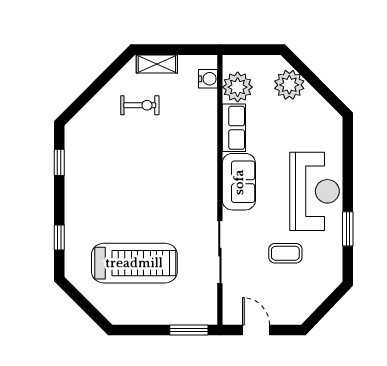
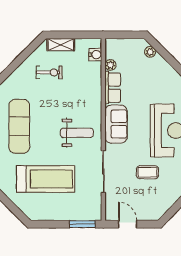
plant: (289, 85) -> (150, 52), width x0.53, depth x0.53
plant: (238, 87) -> (110, 65), width x0.53, depth x0.53
exercise mat: (95, 185) -> (19, 126), added
weight bench: (181, 195) -> (77, 133), added

